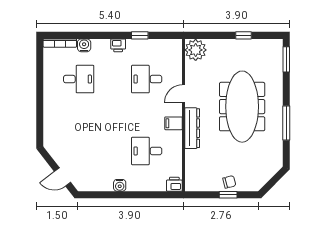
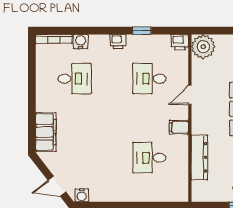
filing cabinet: (52, 128) -> (46, 132), added
dresser: (192, 128) -> (199, 157), moved
printer: (174, 184) -> (180, 42), moved, turned 180
water cooler: (120, 185) -> (82, 195), moved

